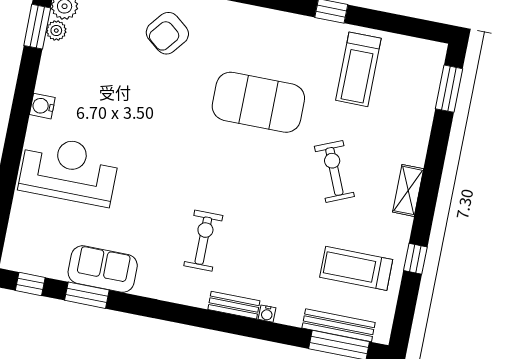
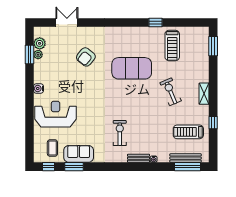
armchair: (167, 33) -> (86, 57), moved
coffee table: (47, 245) -> (52, 148), added

